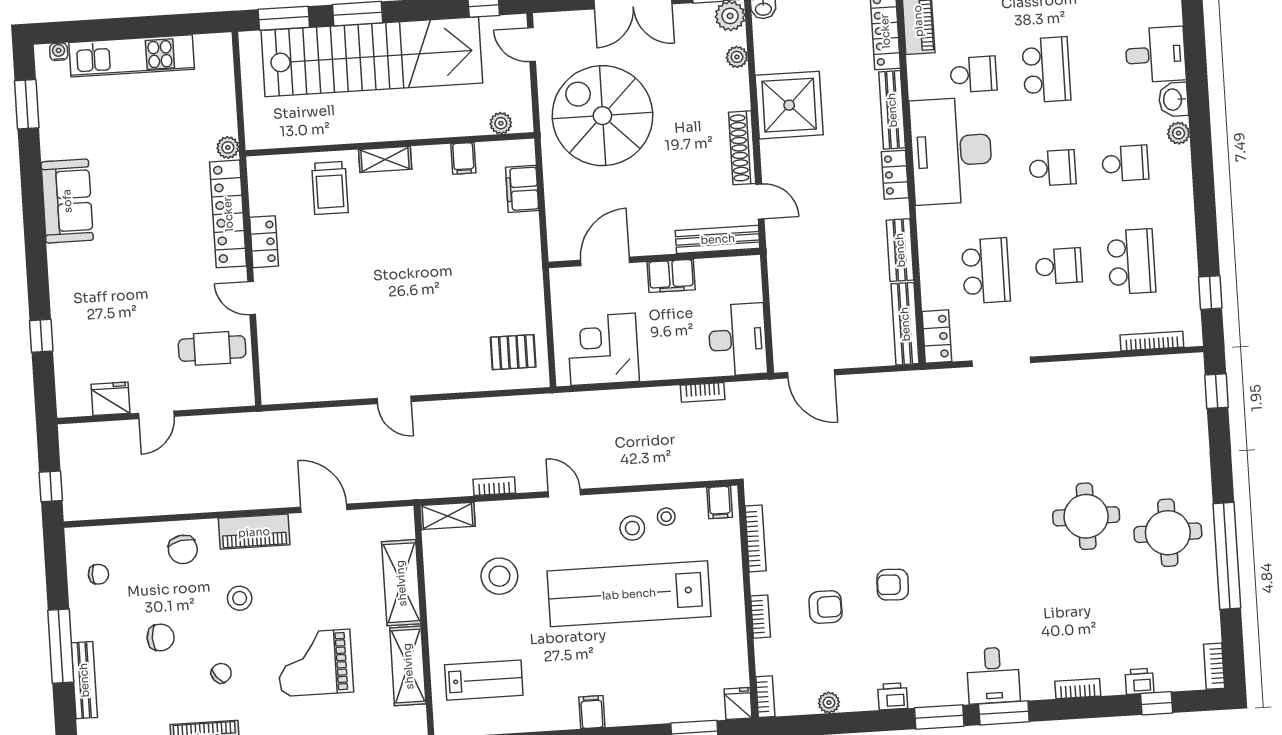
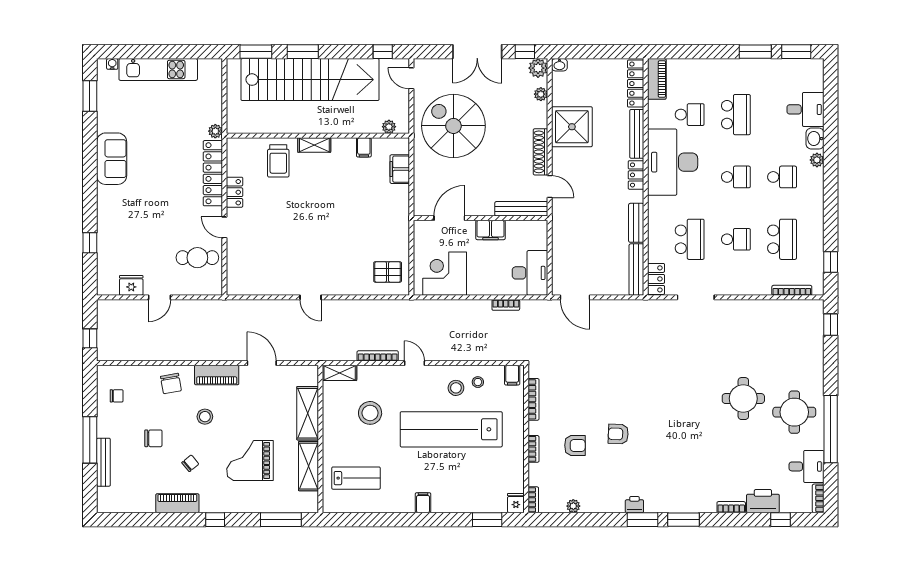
bookcase: (494, 486) -> (378, 356), width x1.56
desk: (993, 675) -> (807, 466), moved, turned -90
printer: (1140, 681) -> (763, 501), width x1.87, depth x1.48
printer: (893, 696) -> (634, 505), moved

